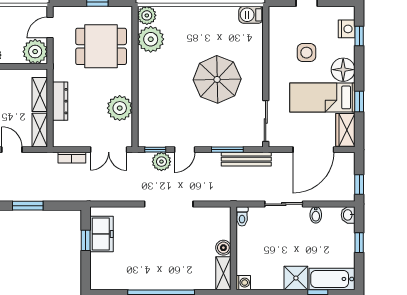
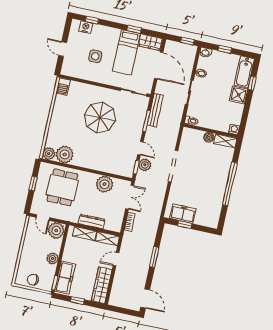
floor lamp: (343, 70) -> (111, 35), removed

